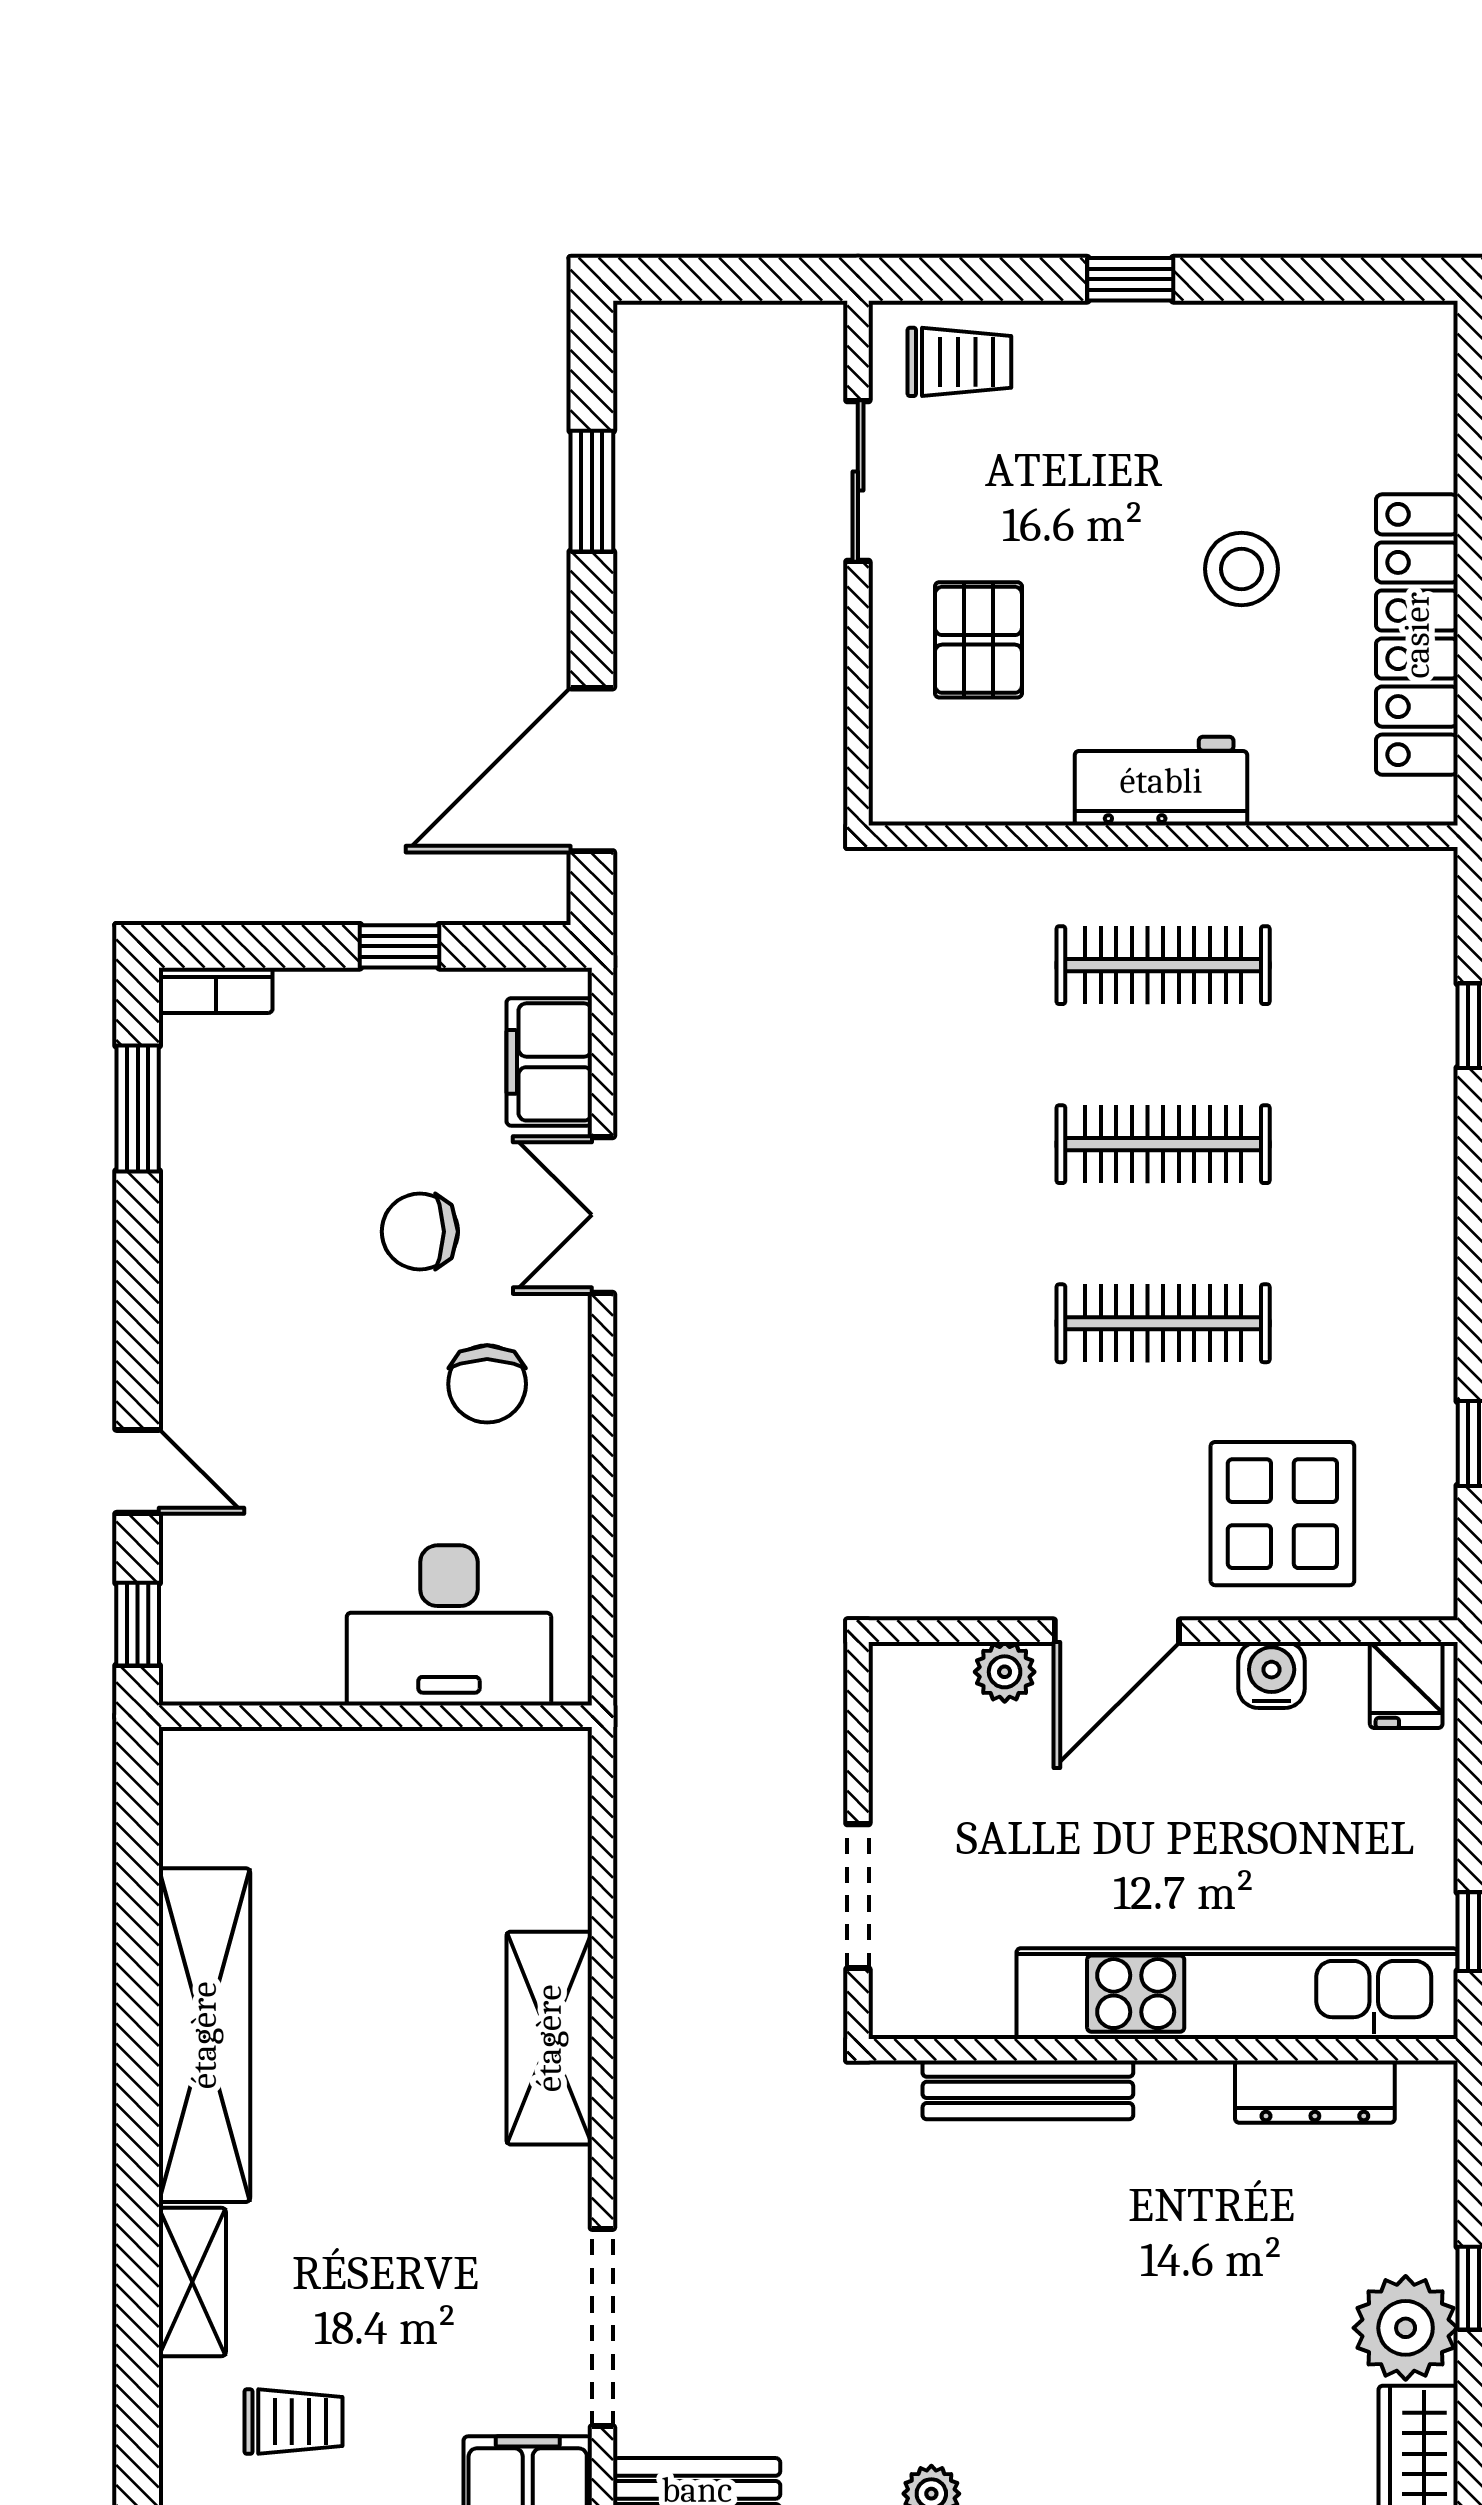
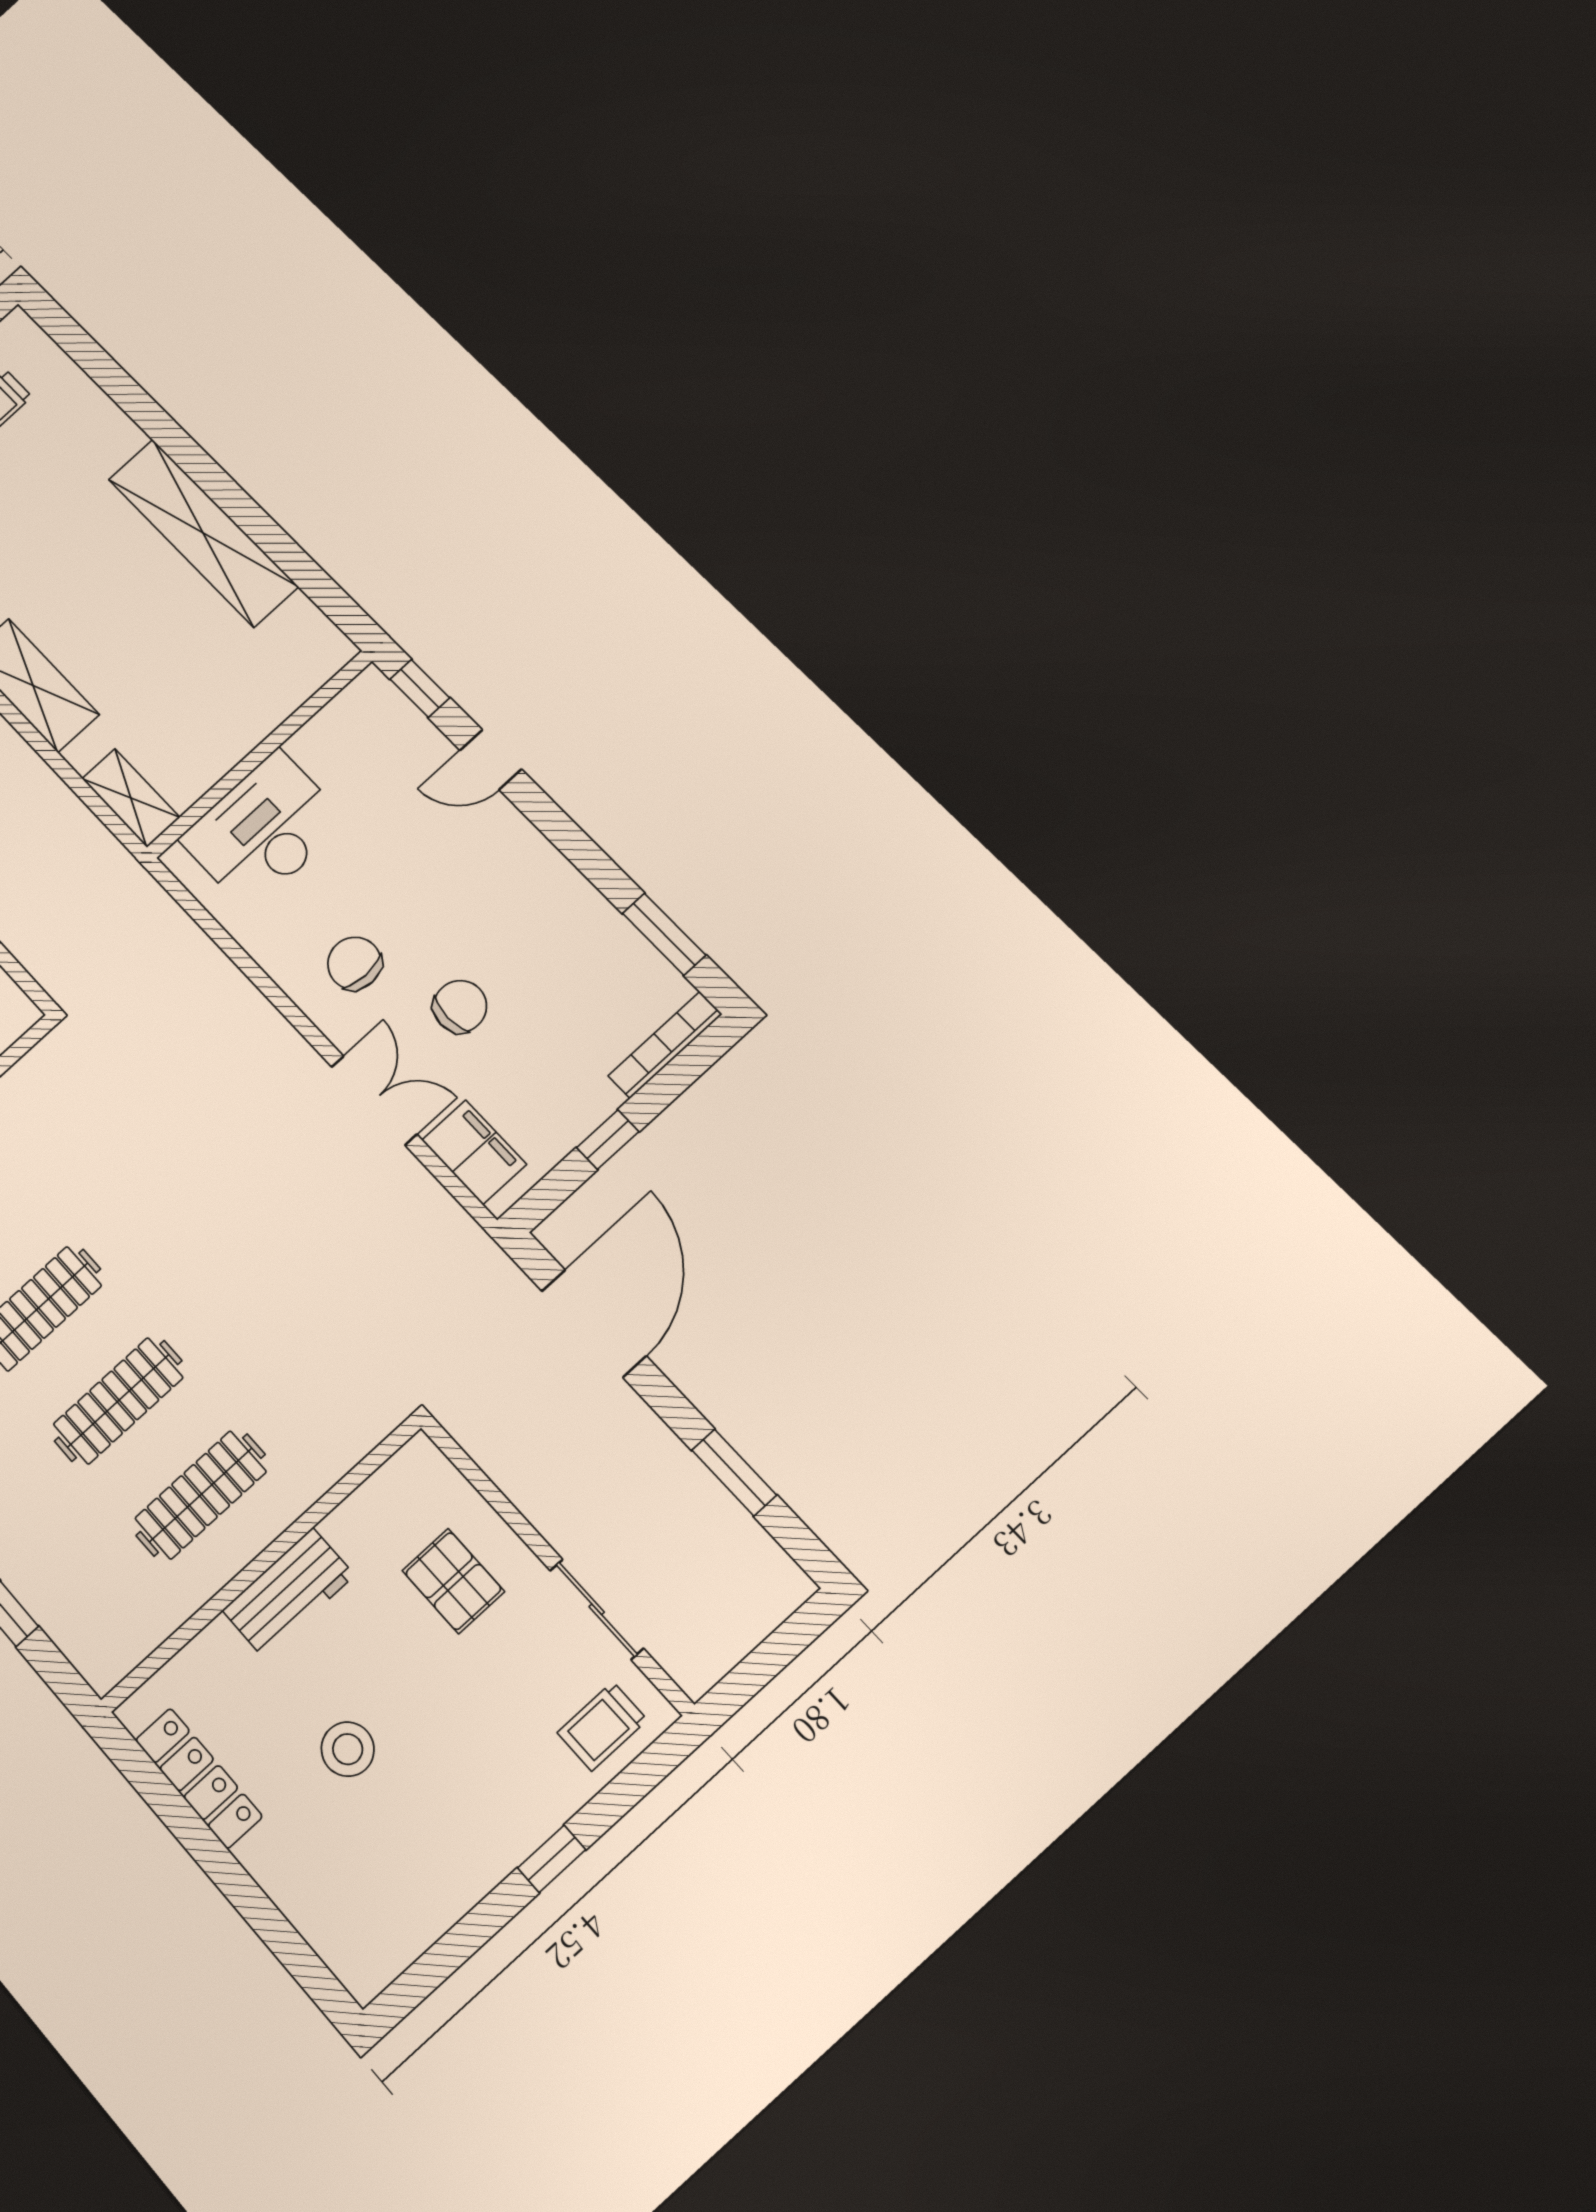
locker: (1417, 635) -> (199, 1778), width x0.71, depth x0.83
bookcase: (216, 990) -> (665, 1045), width x1.56
shelving: (192, 2282) -> (131, 798), moved

